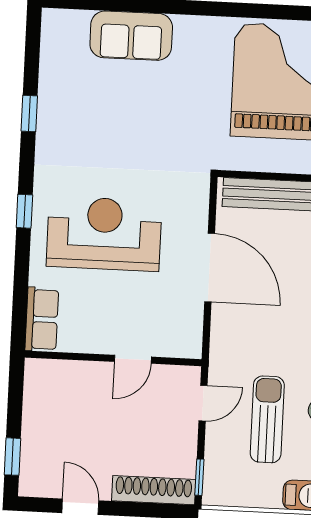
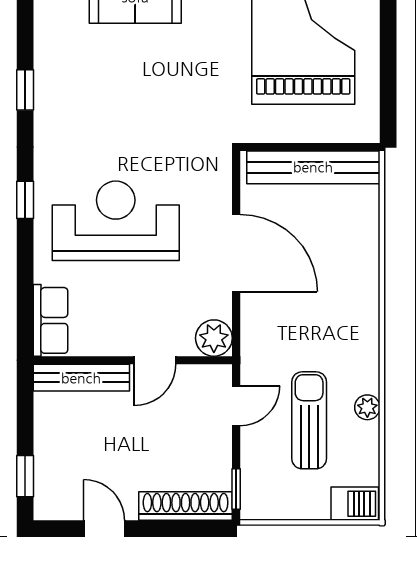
plant: (186, 342) -> (214, 338), added
bench: (67, 372) -> (81, 378), added

